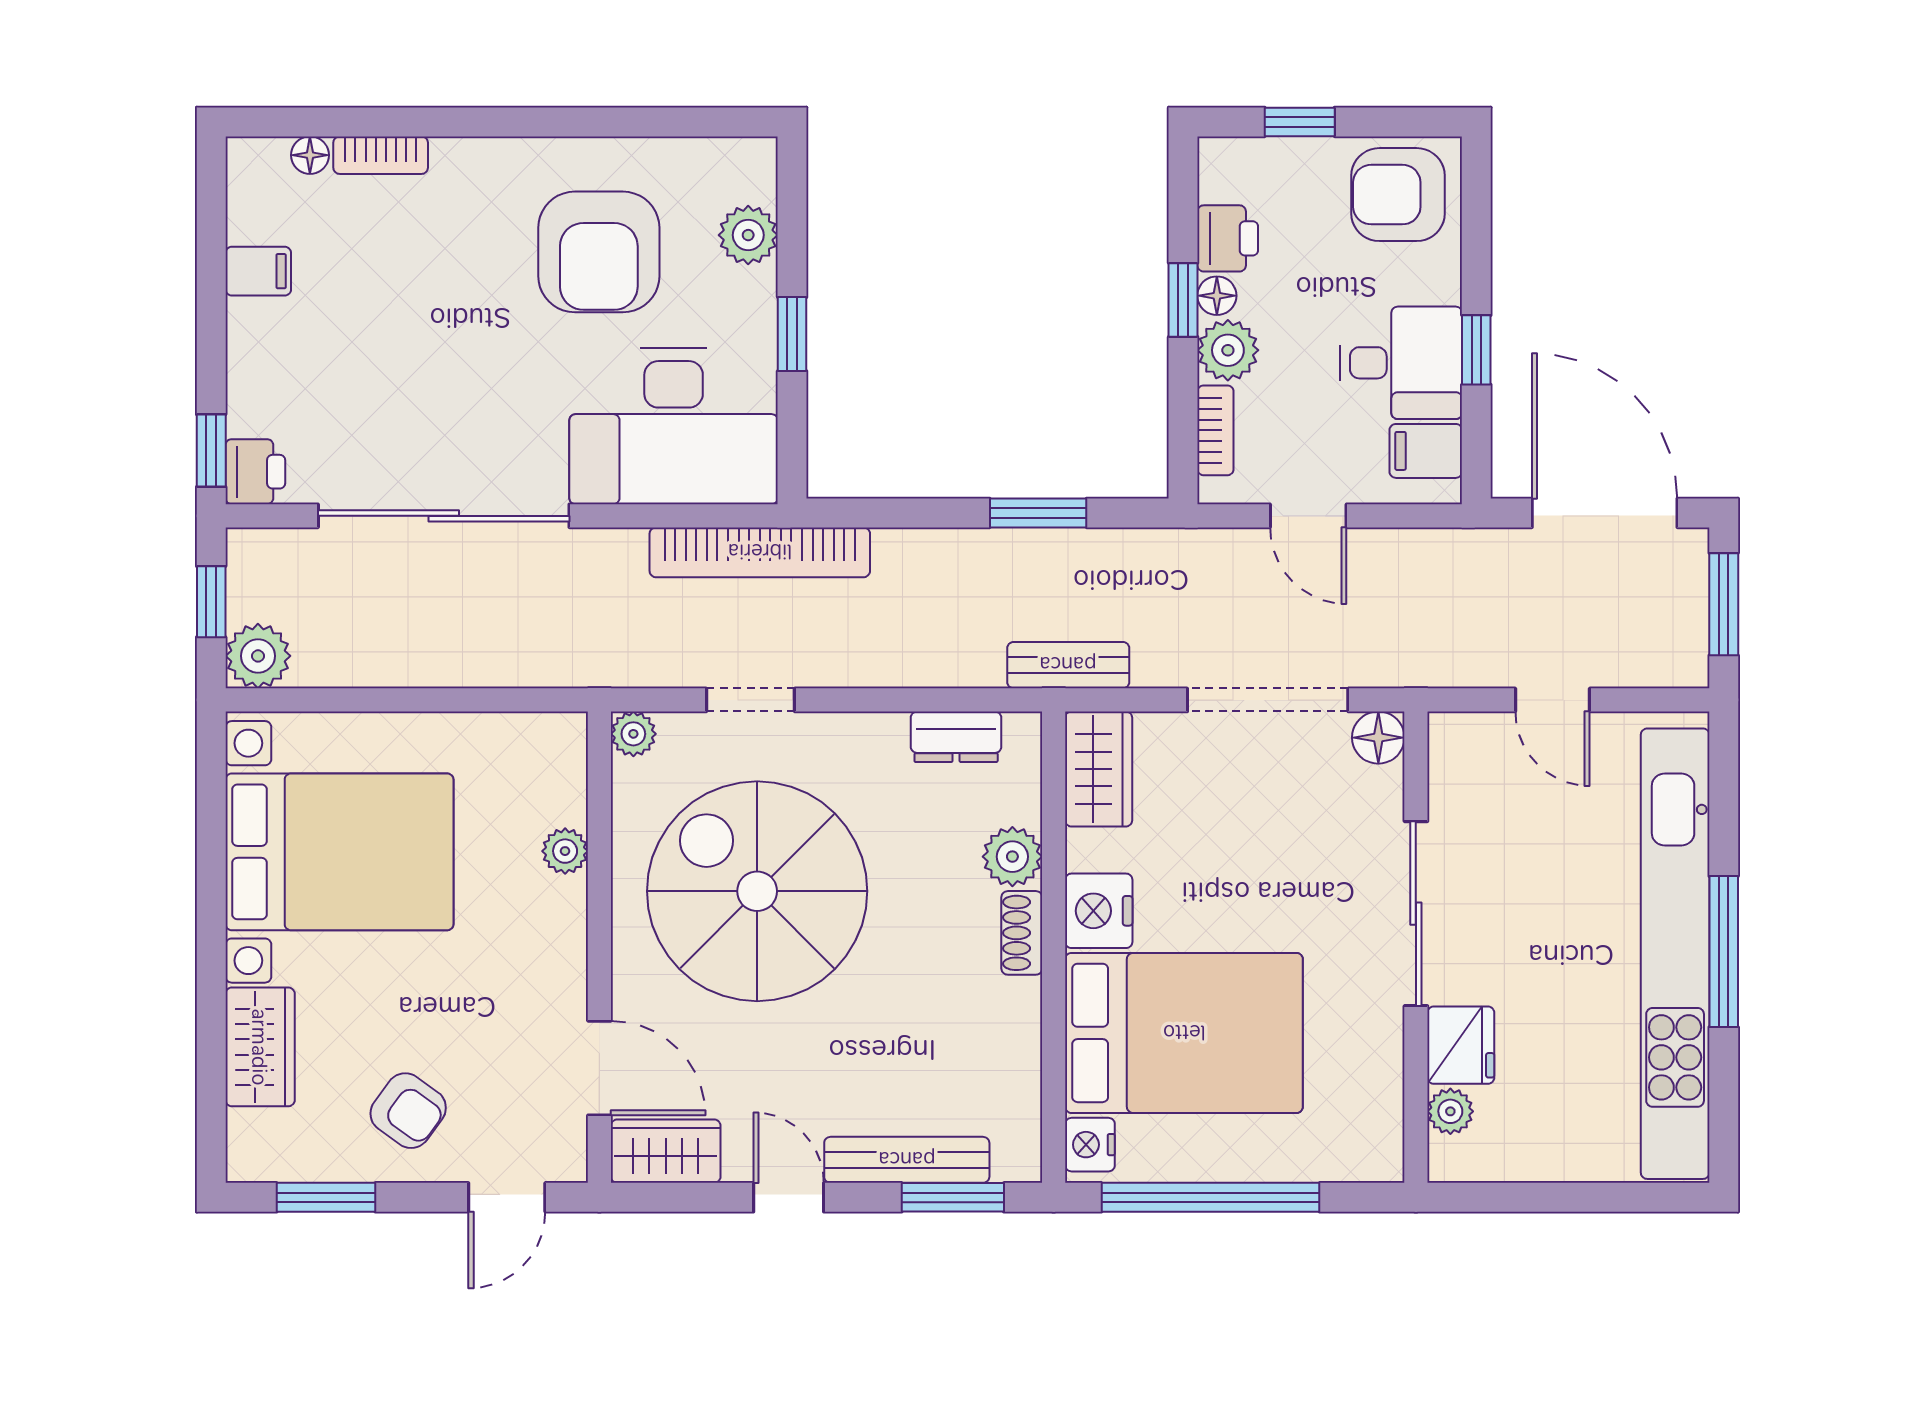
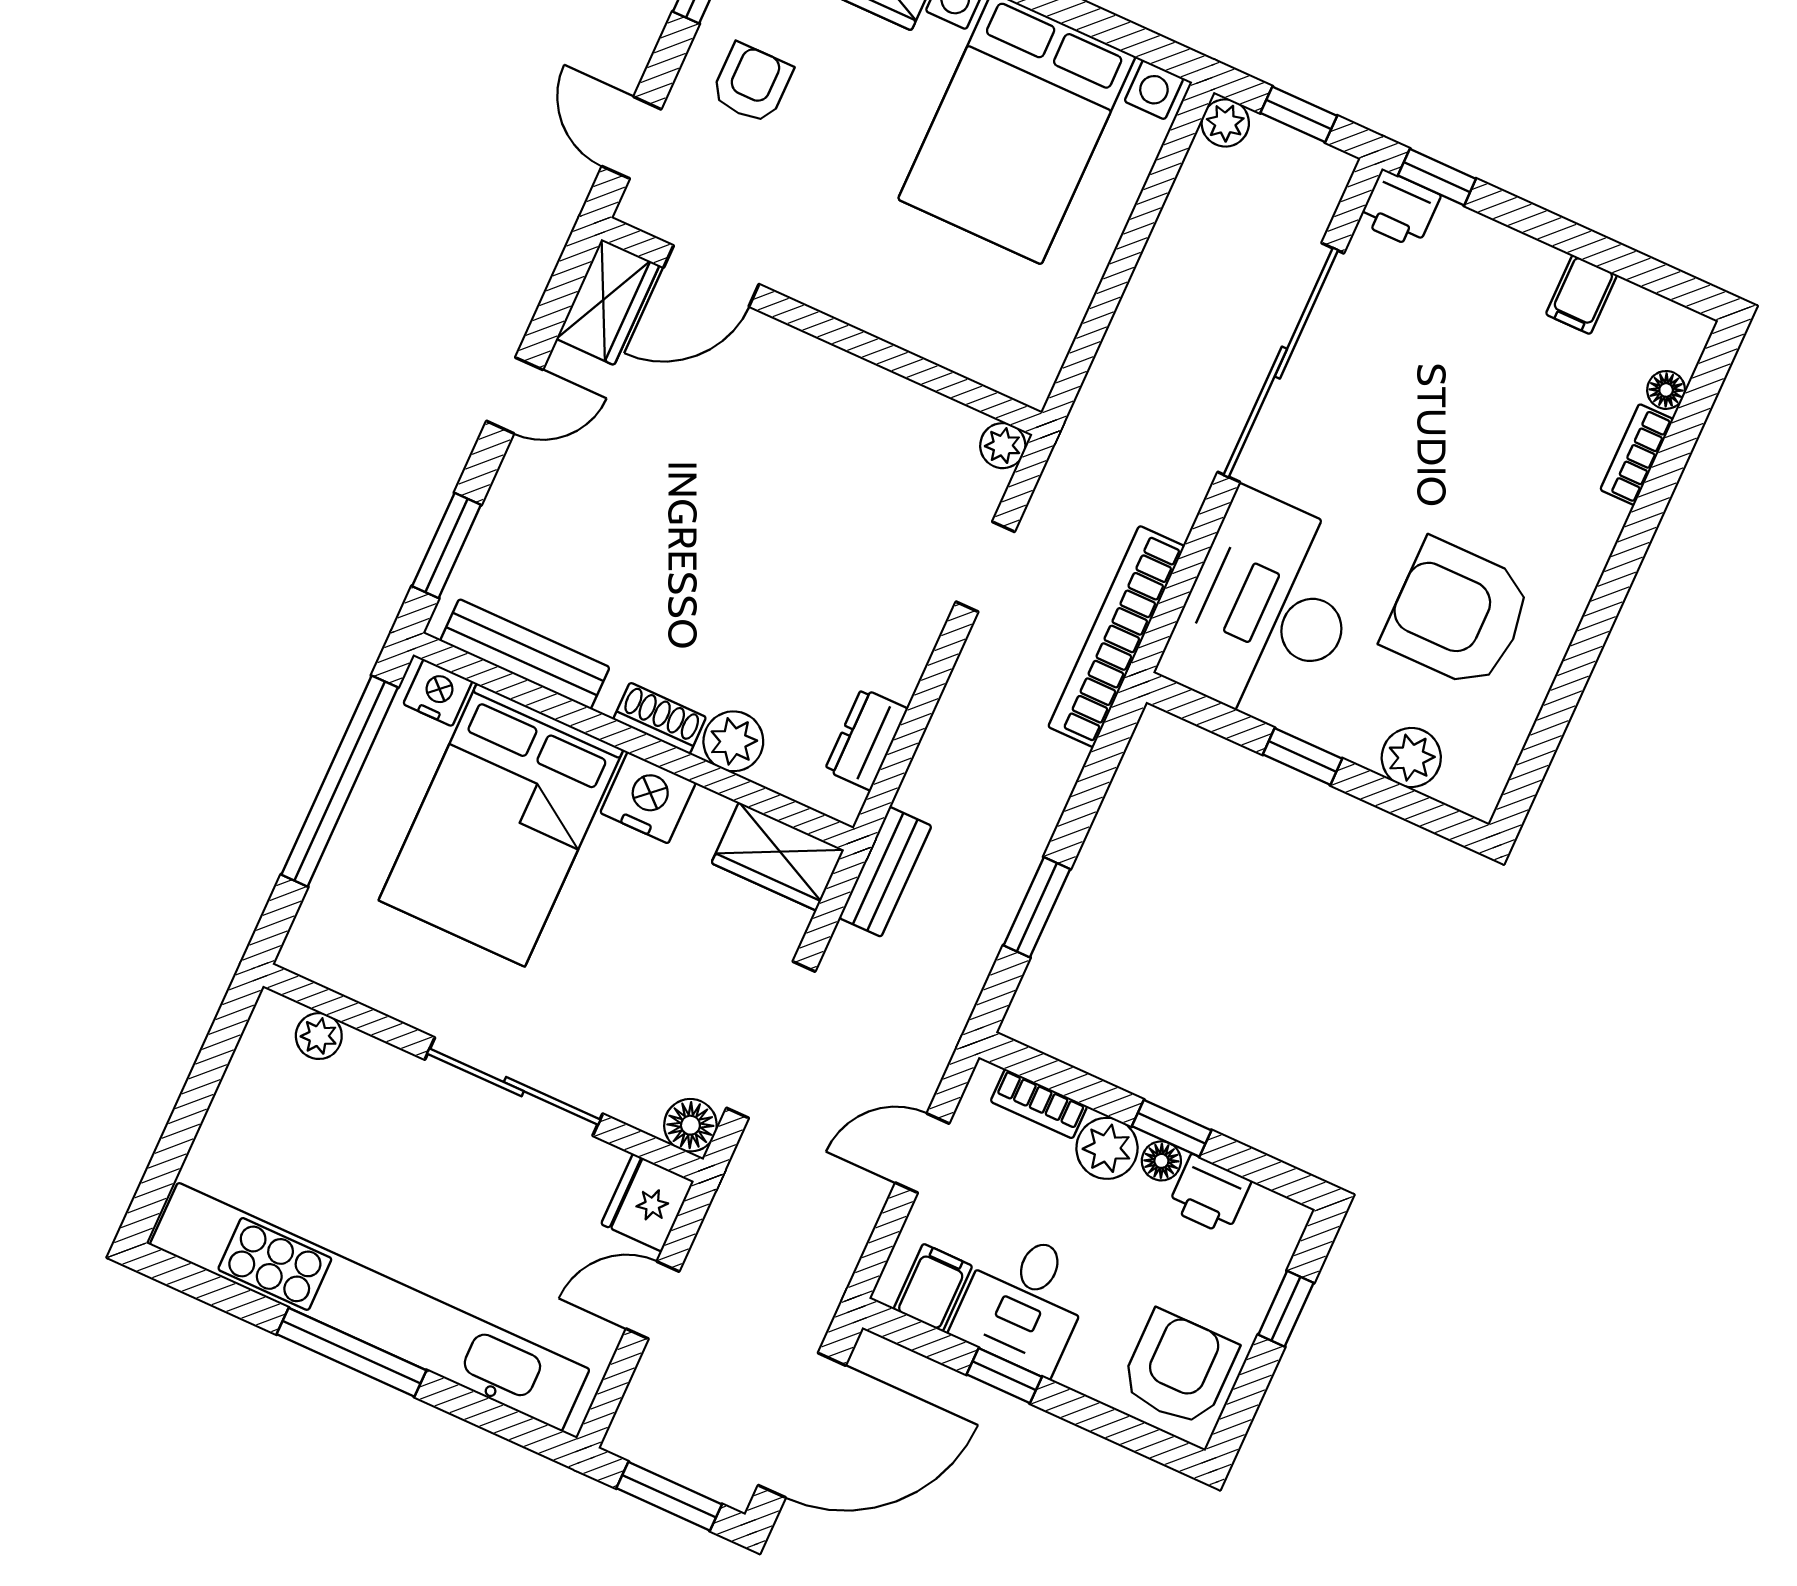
plant: (258, 656) -> (1225, 123), width x0.73, depth x0.73
plant: (565, 851) -> (924, 335), removed
spiral stairs: (757, 891) -> (808, 493), removed
fridge: (1461, 1045) -> (647, 1203), moved, turned 90
armchair: (408, 1111) -> (752, 83), turned 144
bench: (907, 1160) -> (525, 654), moved, turned 90

